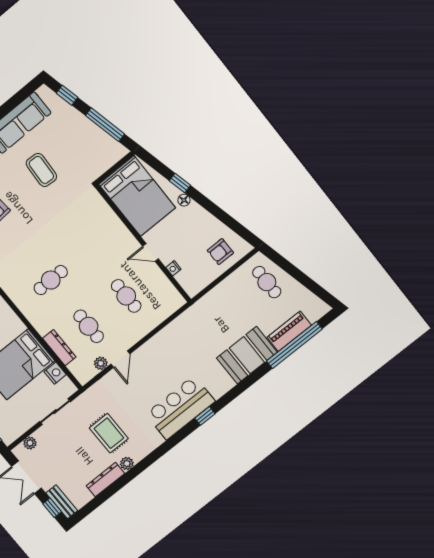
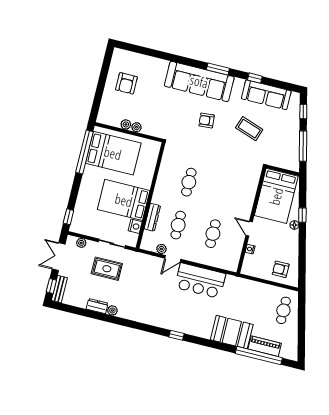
coffee table: (41, 170) -> (249, 129), turned -74
cafe table: (51, 280) -> (189, 182), turned 90
bar counter: (180, 408) -> (200, 281), moved, turned 180
rug: (109, 433) -> (107, 269), moved, turned 90
dresser: (105, 480) -> (97, 306), width x0.70

